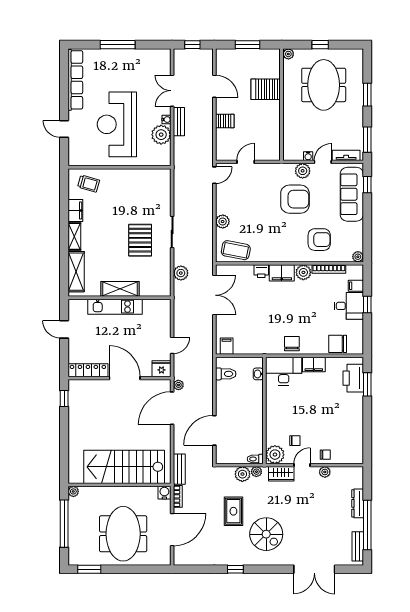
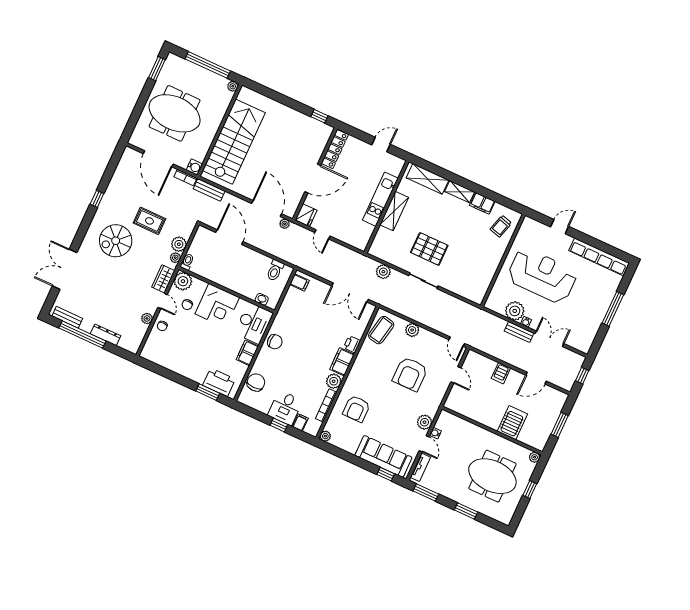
armchair: (295, 199) -> (410, 374), moved
corner desk: (283, 412) -> (217, 306), added

